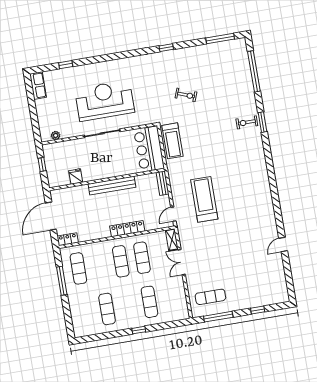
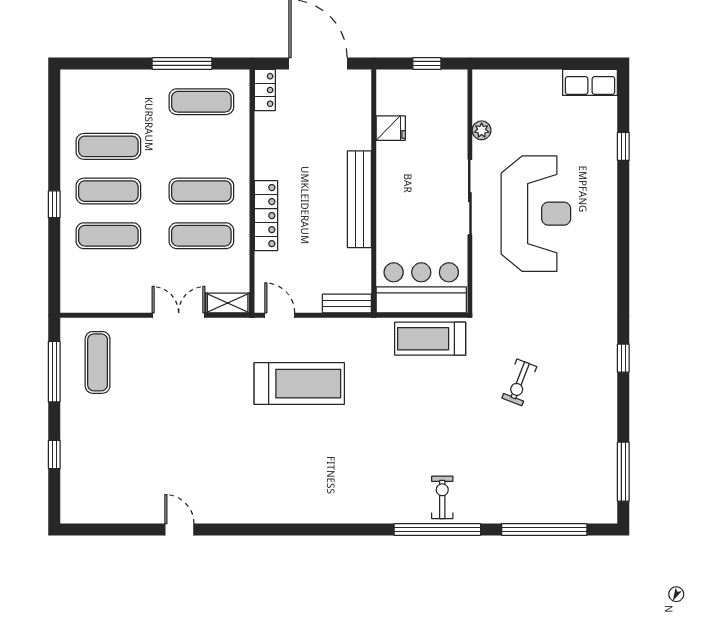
window: (262, 122) -> (437, 529), width x2.11
plant: (56, 135) -> (482, 130), moved
exercise mat: (128, 305) -> (108, 191), added

